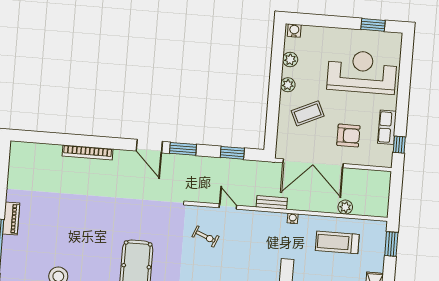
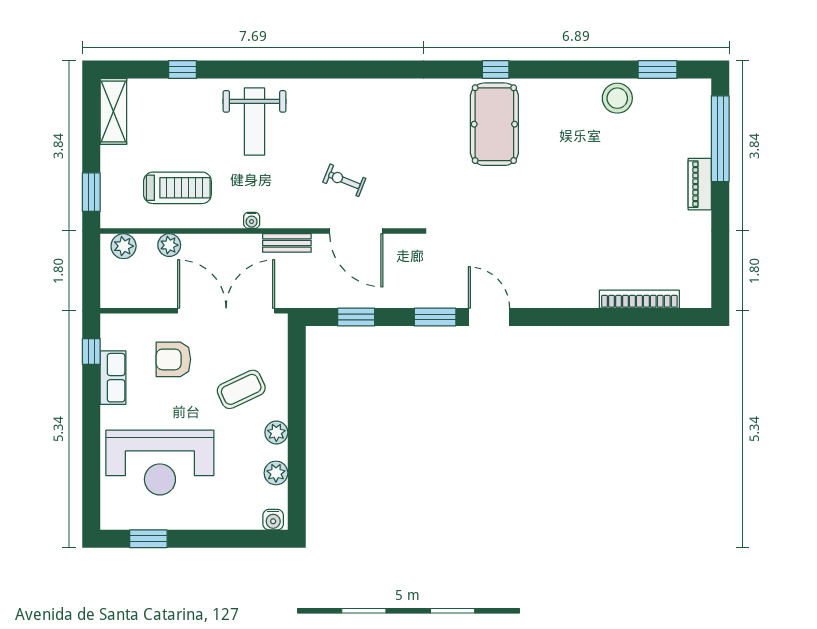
bookcase: (88, 152) -> (639, 299), moved
door: (228, 206) -> (356, 231), width x1.88
plant: (374, 209) -> (124, 246), added
exercise bike: (206, 237) -> (344, 180), moved

